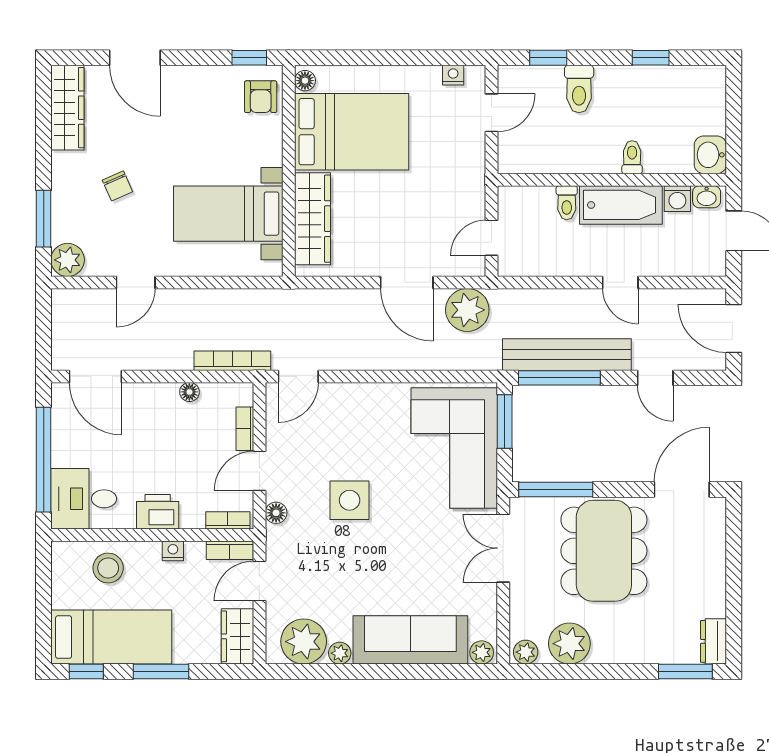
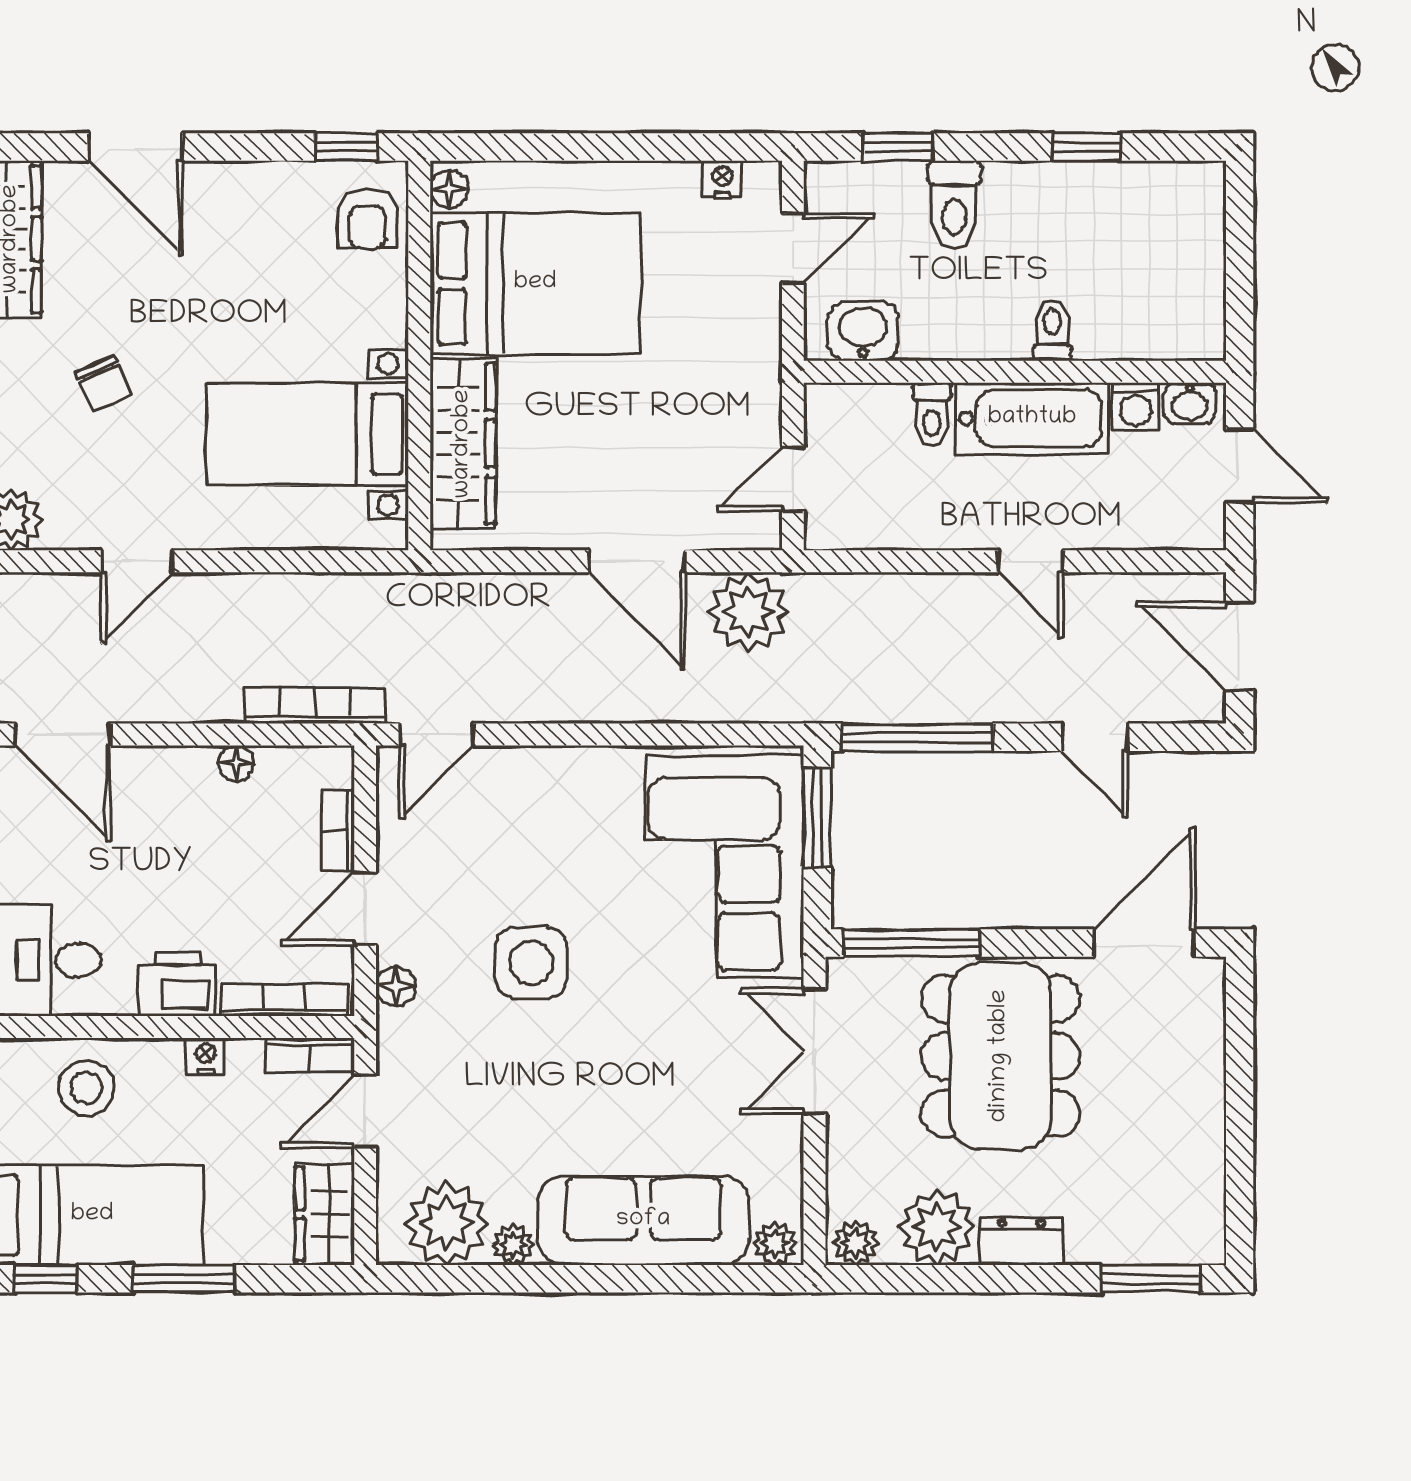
washbasin: (710, 155) -> (863, 331), moved, turned 90
bench: (567, 355) -> (932, 694), removed
bookcase: (228, 520) -> (284, 1000), width x1.56
dresser: (714, 641) -> (1021, 1242), moved, turned 90

